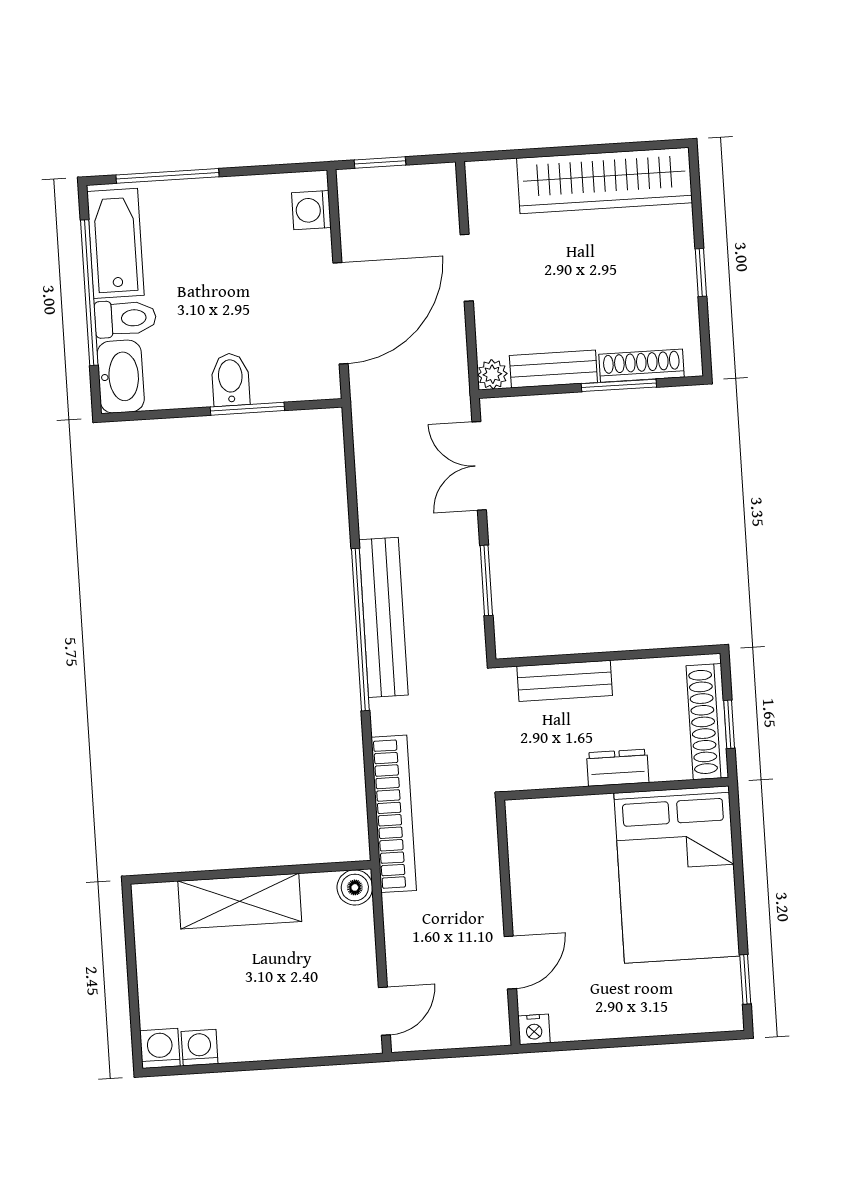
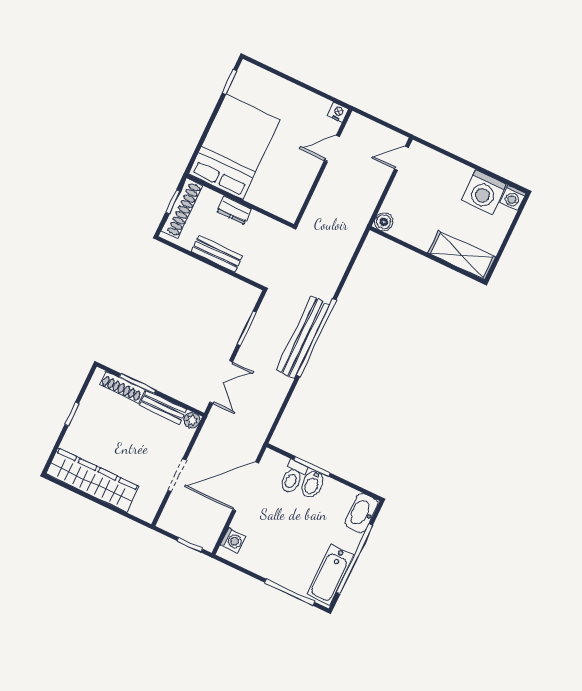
toilet: (125, 318) -> (293, 477), moved, turned -90
bench: (565, 681) -> (217, 254), moved
bookcase: (394, 814) -> (348, 246), removed
shelving: (240, 901) -> (462, 255), moved
washing machine: (200, 1048) -> (484, 192), width x1.89, depth x1.89

